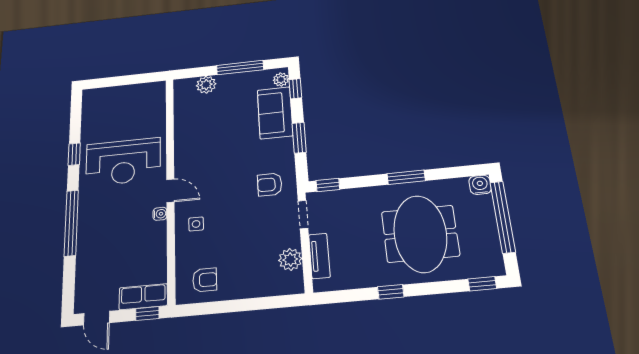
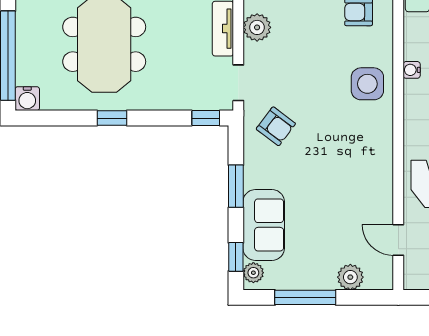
window: (406, 177) -> (112, 118), width x0.67
armchair: (270, 185) -> (276, 126), turned 37
door: (170, 191) -> (398, 240), moved
water cooler: (160, 214) -> (412, 70), moved
side table: (196, 224) -> (367, 84), width x1.87, depth x1.87

